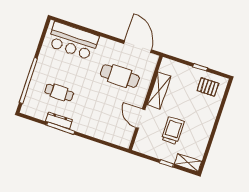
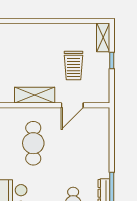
pallet: (208, 87) -> (13, 43), removed
trolley: (173, 131) -> (74, 66), turned -90

